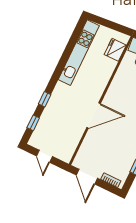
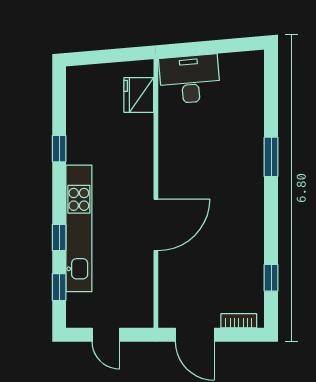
kitchen unit: (79, 53) -> (79, 228), moved
window: (65, 57) -> (59, 149), added

